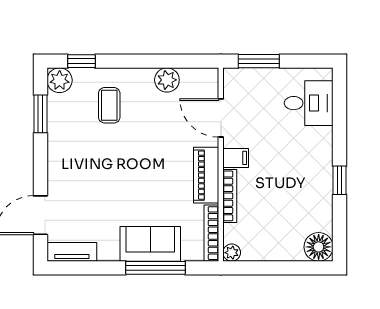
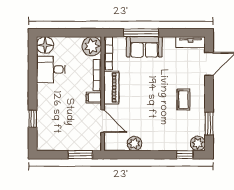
desk: (309, 103) -> (51, 69), moved
coffee table: (109, 105) -> (183, 100), moved
window: (340, 180) -> (33, 119), moved
plant: (232, 253) -> (92, 46), width x1.88, depth x1.88

